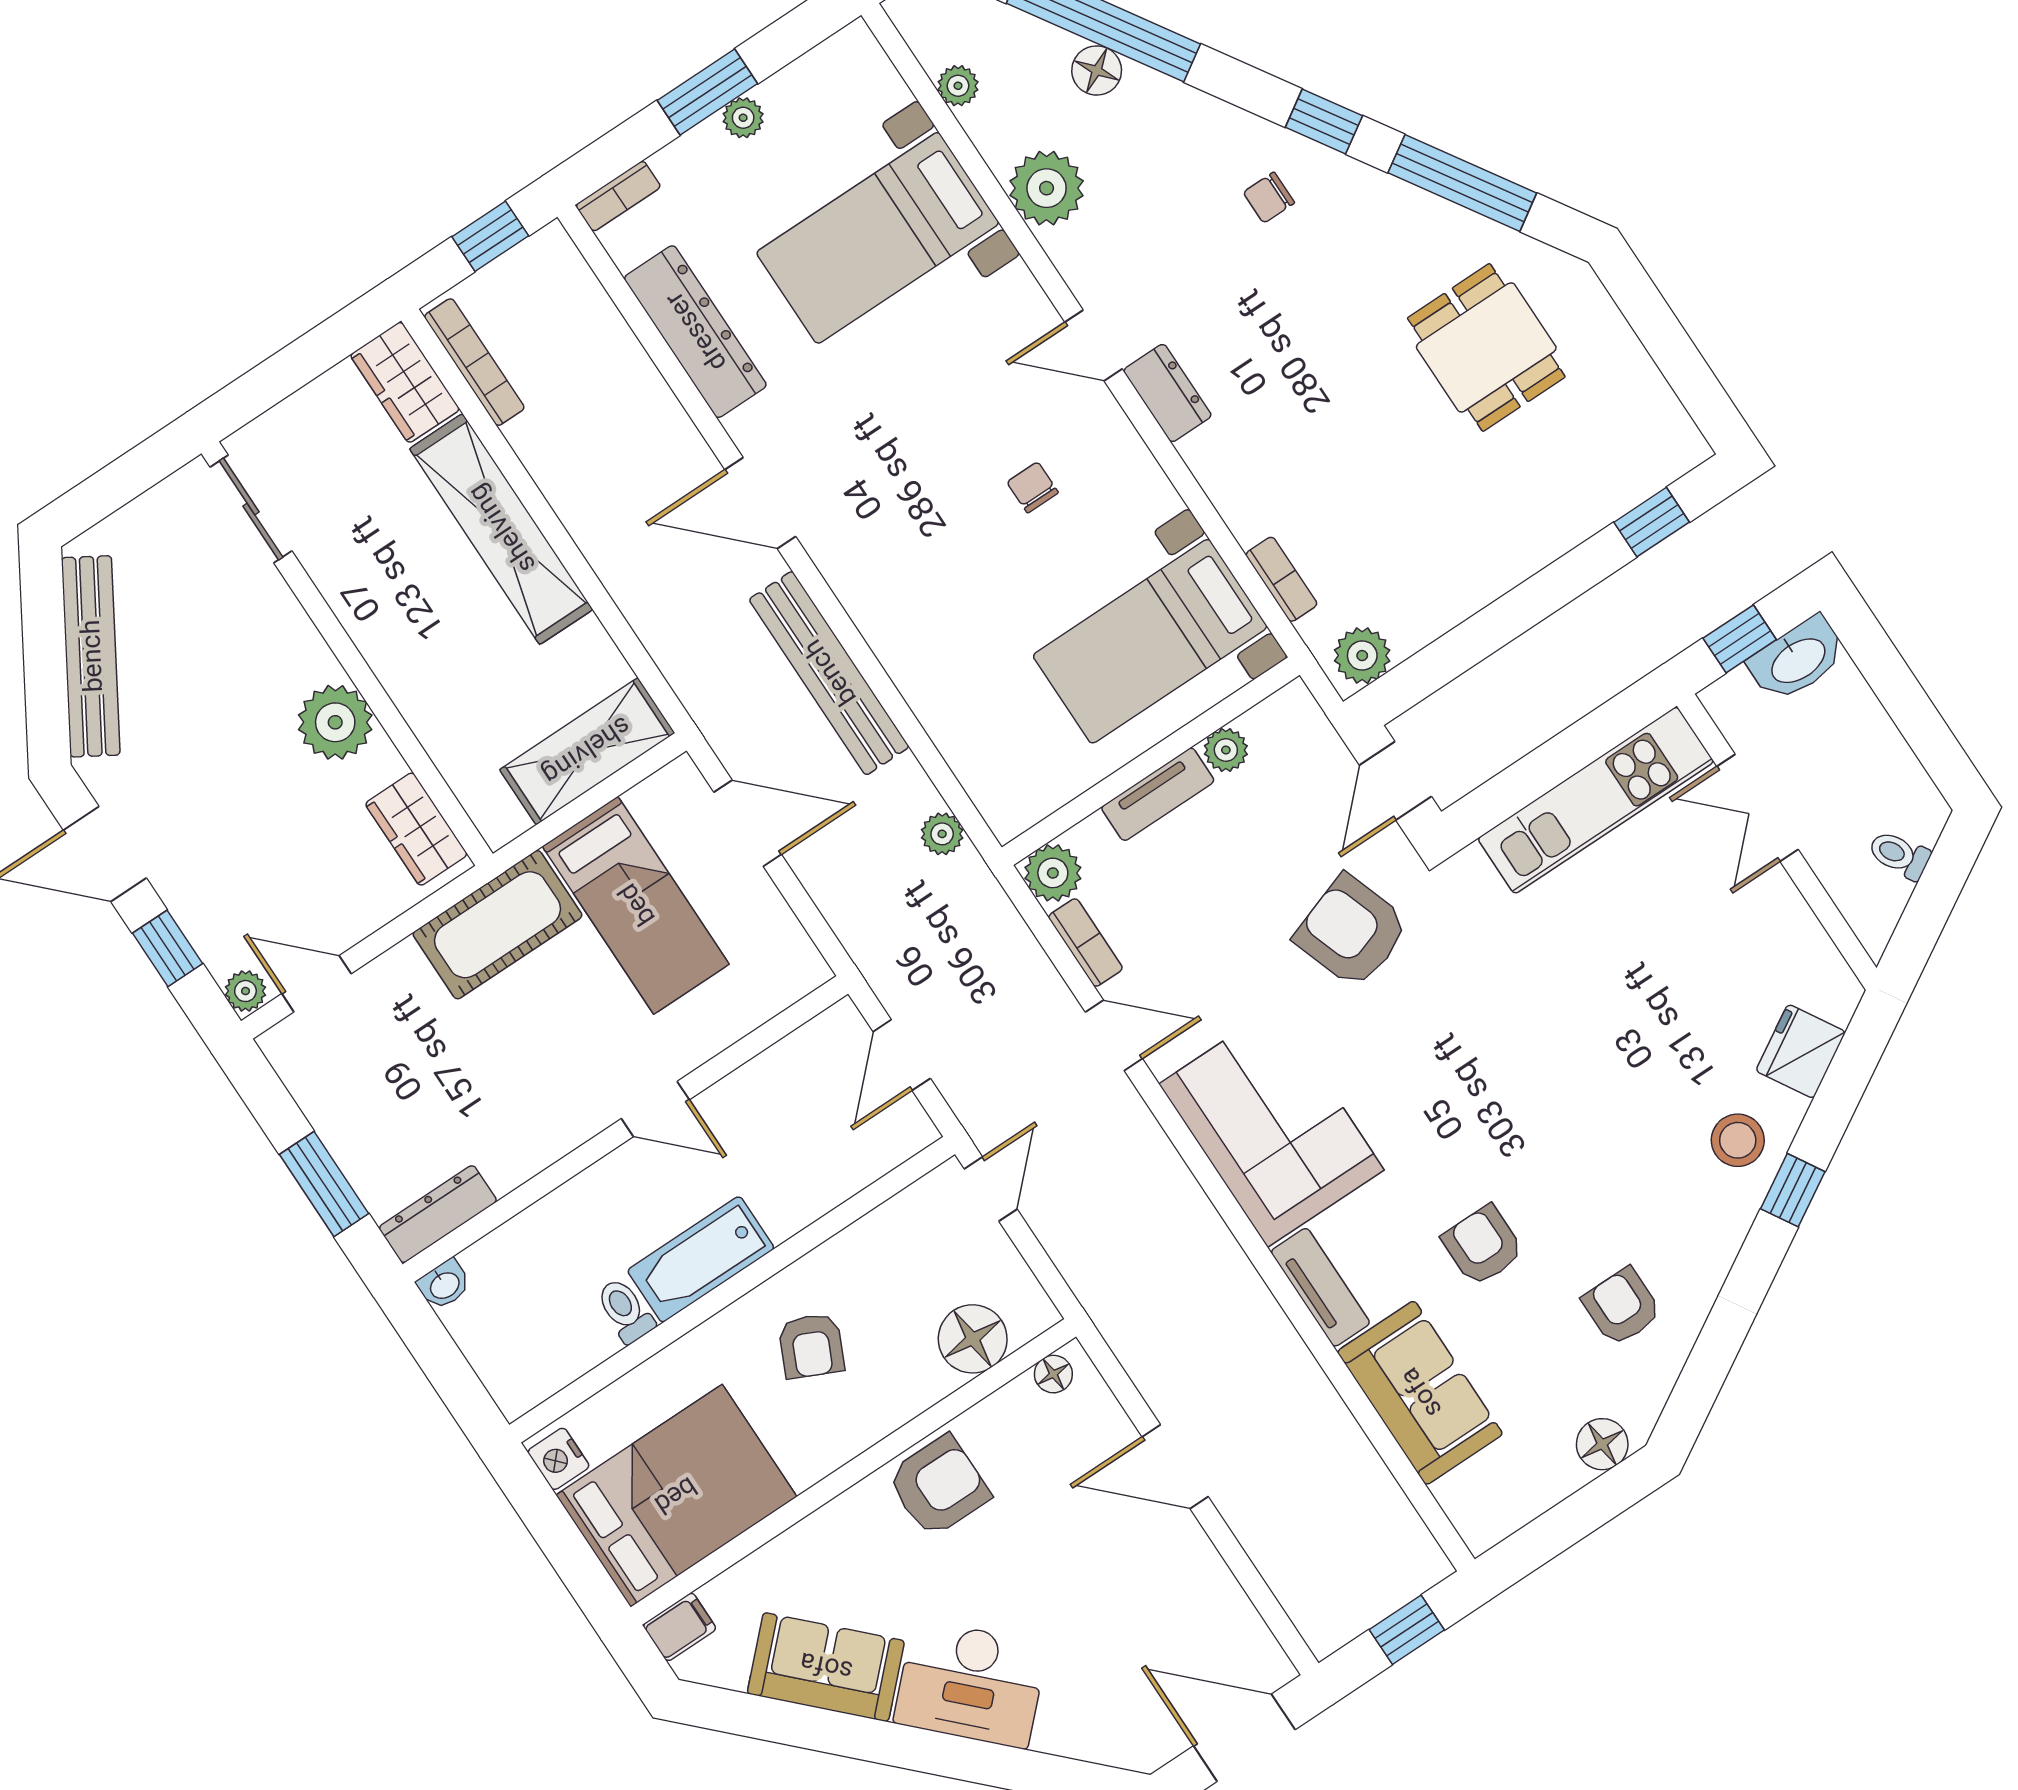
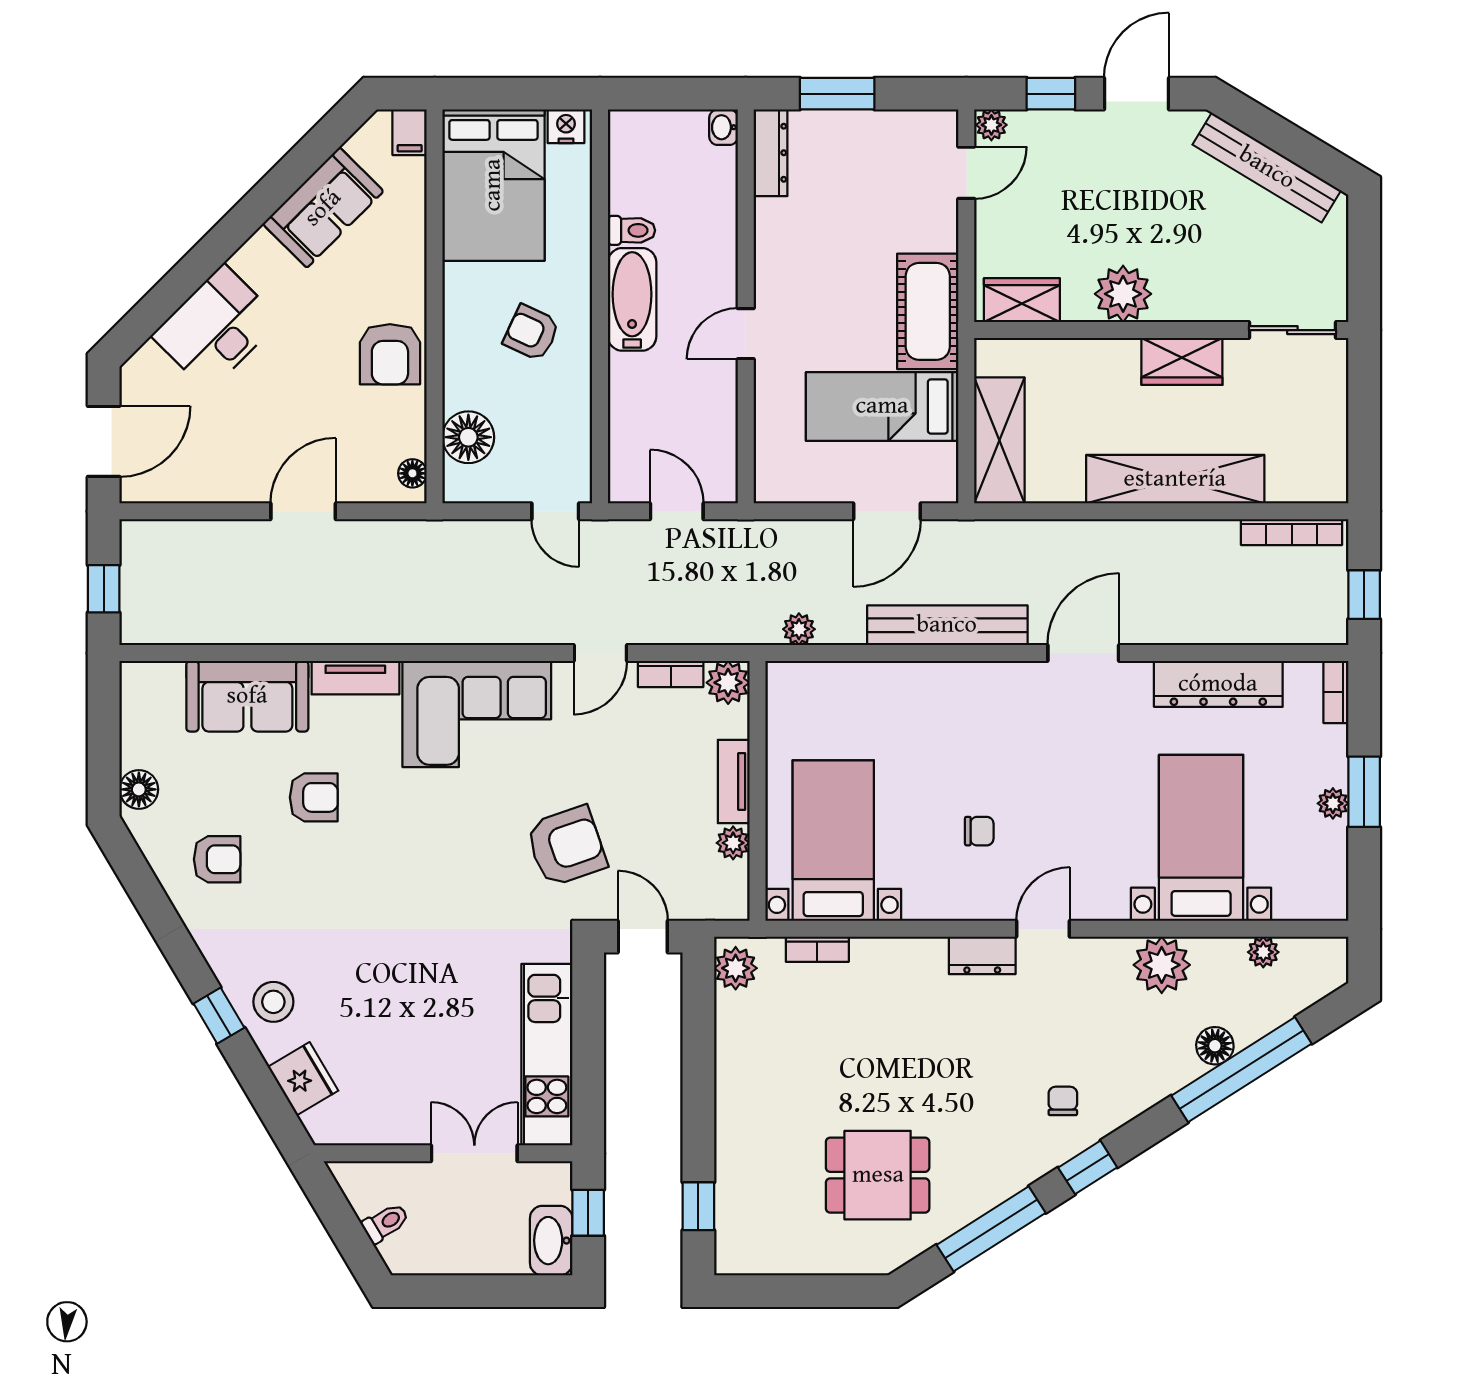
wardrobe: (405, 382) -> (1182, 361), moved, turned 180
desk: (971, 1684) -> (216, 328), moved

